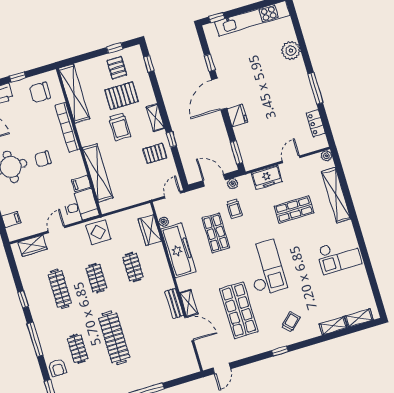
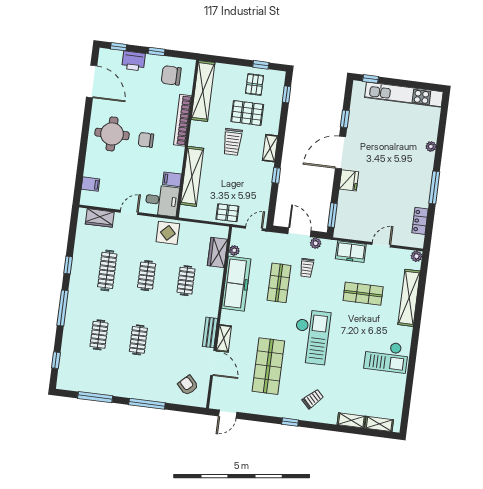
plant: (291, 51) -> (431, 146), width x0.53, depth x0.53
pallet: (155, 153) -> (227, 213), moved
clothes rail: (114, 338) -> (138, 340), width x0.54, depth x0.76
armchair: (58, 368) -> (188, 385), moved, turned 138

